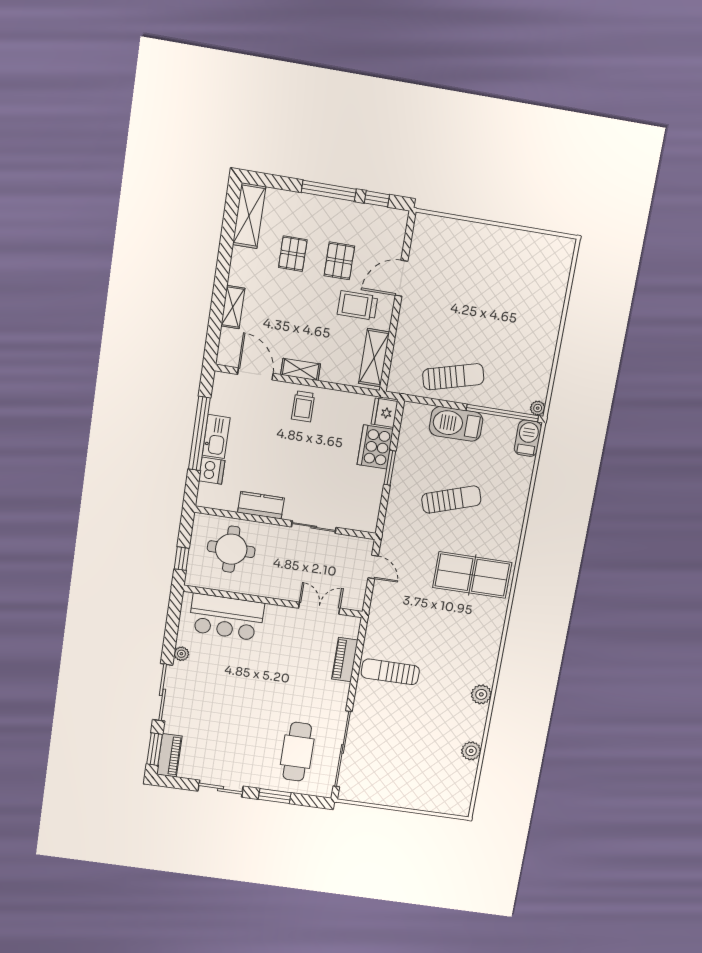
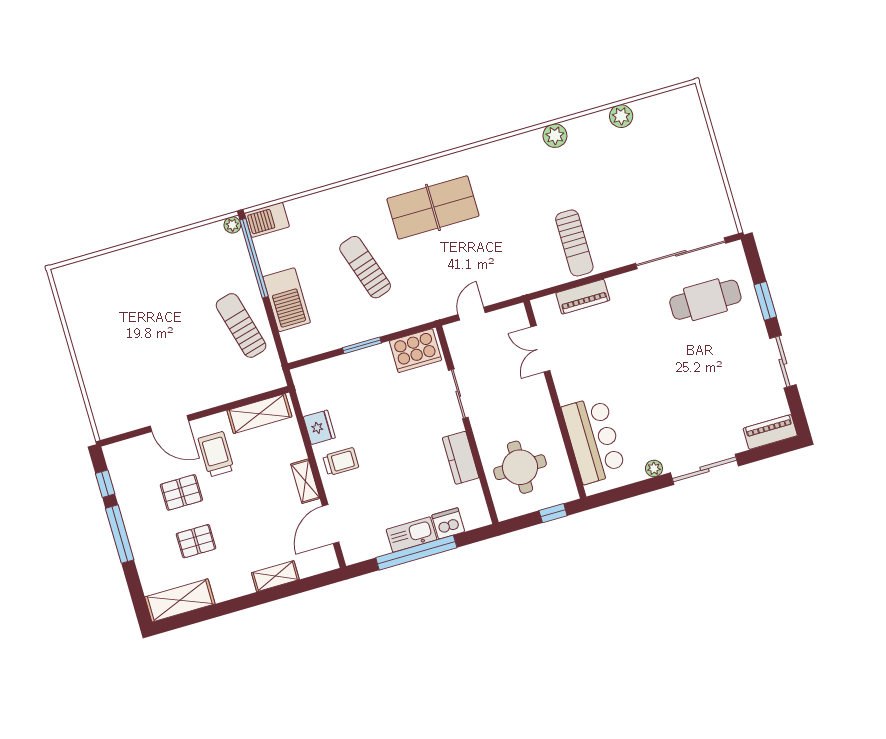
trolley: (358, 305) -> (216, 454), turned 180
fridge: (385, 413) -> (319, 427), moved, turned -90
cooker: (375, 447) -> (415, 351), moved
table tennis table: (472, 575) -> (433, 207), turned 90
window: (154, 749) -> (770, 450), removed

